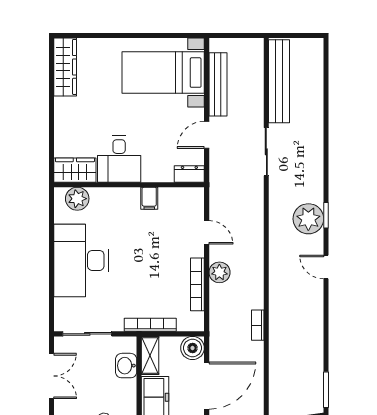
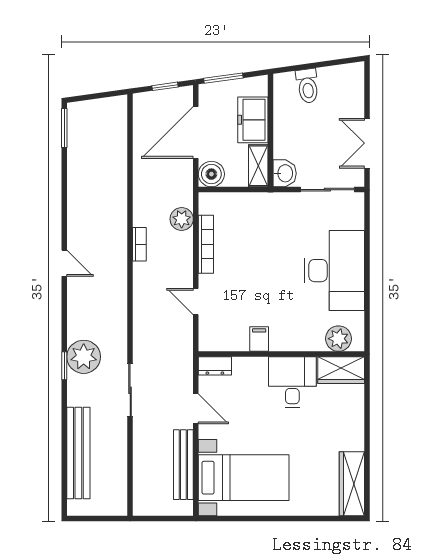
bench: (279, 81) -> (78, 453), moved
door: (207, 135) -> (196, 409), hinge flipped
window: (326, 215) -> (64, 366), moved
plant: (308, 219) -> (84, 357), moved
plant: (219, 272) -> (182, 219), moved
bookcase: (150, 325) -> (258, 200), removed
bookcase: (258, 325) -> (139, 244), moved
washbasin: (126, 366) -> (285, 173), moved

